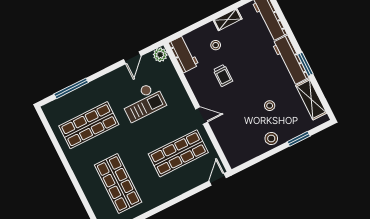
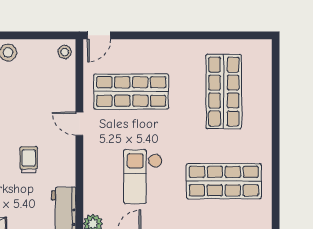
stool: (216, 45) -> (65, 52), moved
checkout: (143, 102) -> (143, 177), turned -90

